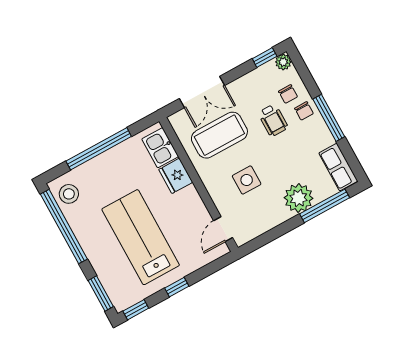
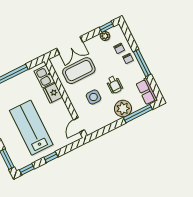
plant: (283, 62) -> (105, 36), moved
wheelchair: (273, 120) -> (114, 85), moved

